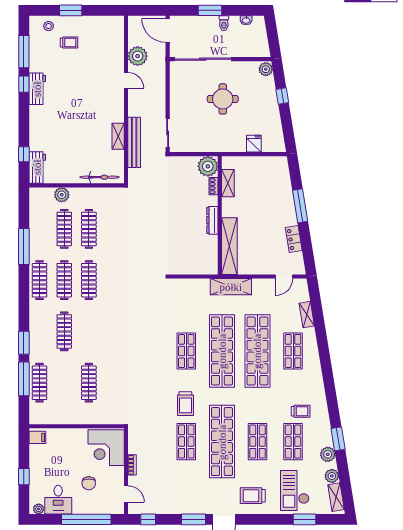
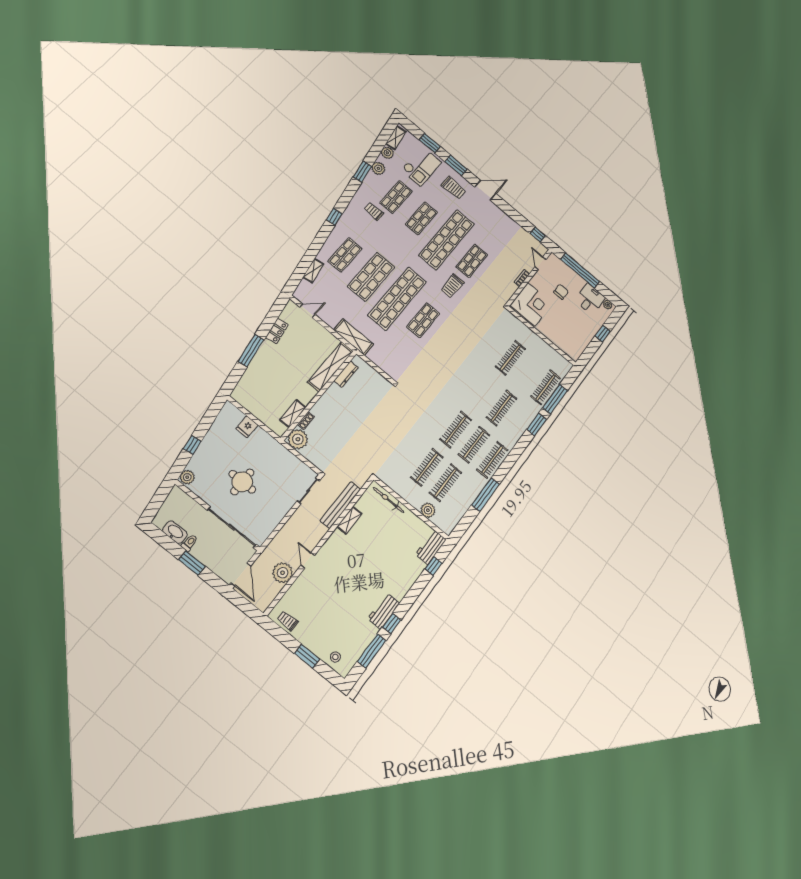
washbasin: (246, 20) -> (175, 532), width x1.91, depth x1.45
trolley: (69, 42) -> (288, 621), moved
dresser: (212, 220) -> (346, 374), moved
shop shelf: (257, 351) -> (371, 277), width x0.71
window: (328, 377) -> (334, 217), added
trolley: (185, 404) -> (452, 286), turned 180
filing cabinet: (37, 437) -> (574, 352), removed
window: (193, 519) -> (456, 165), moved

